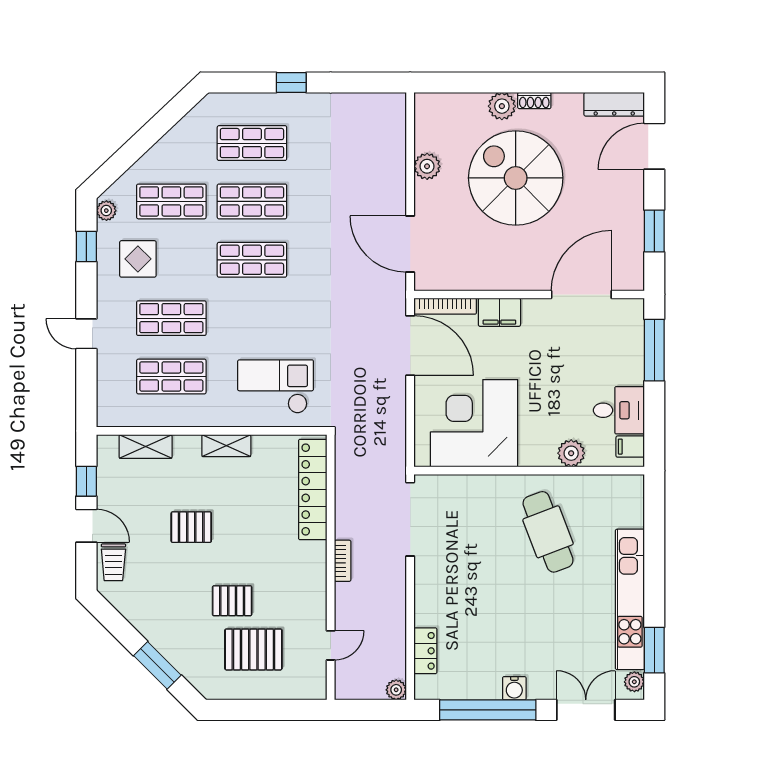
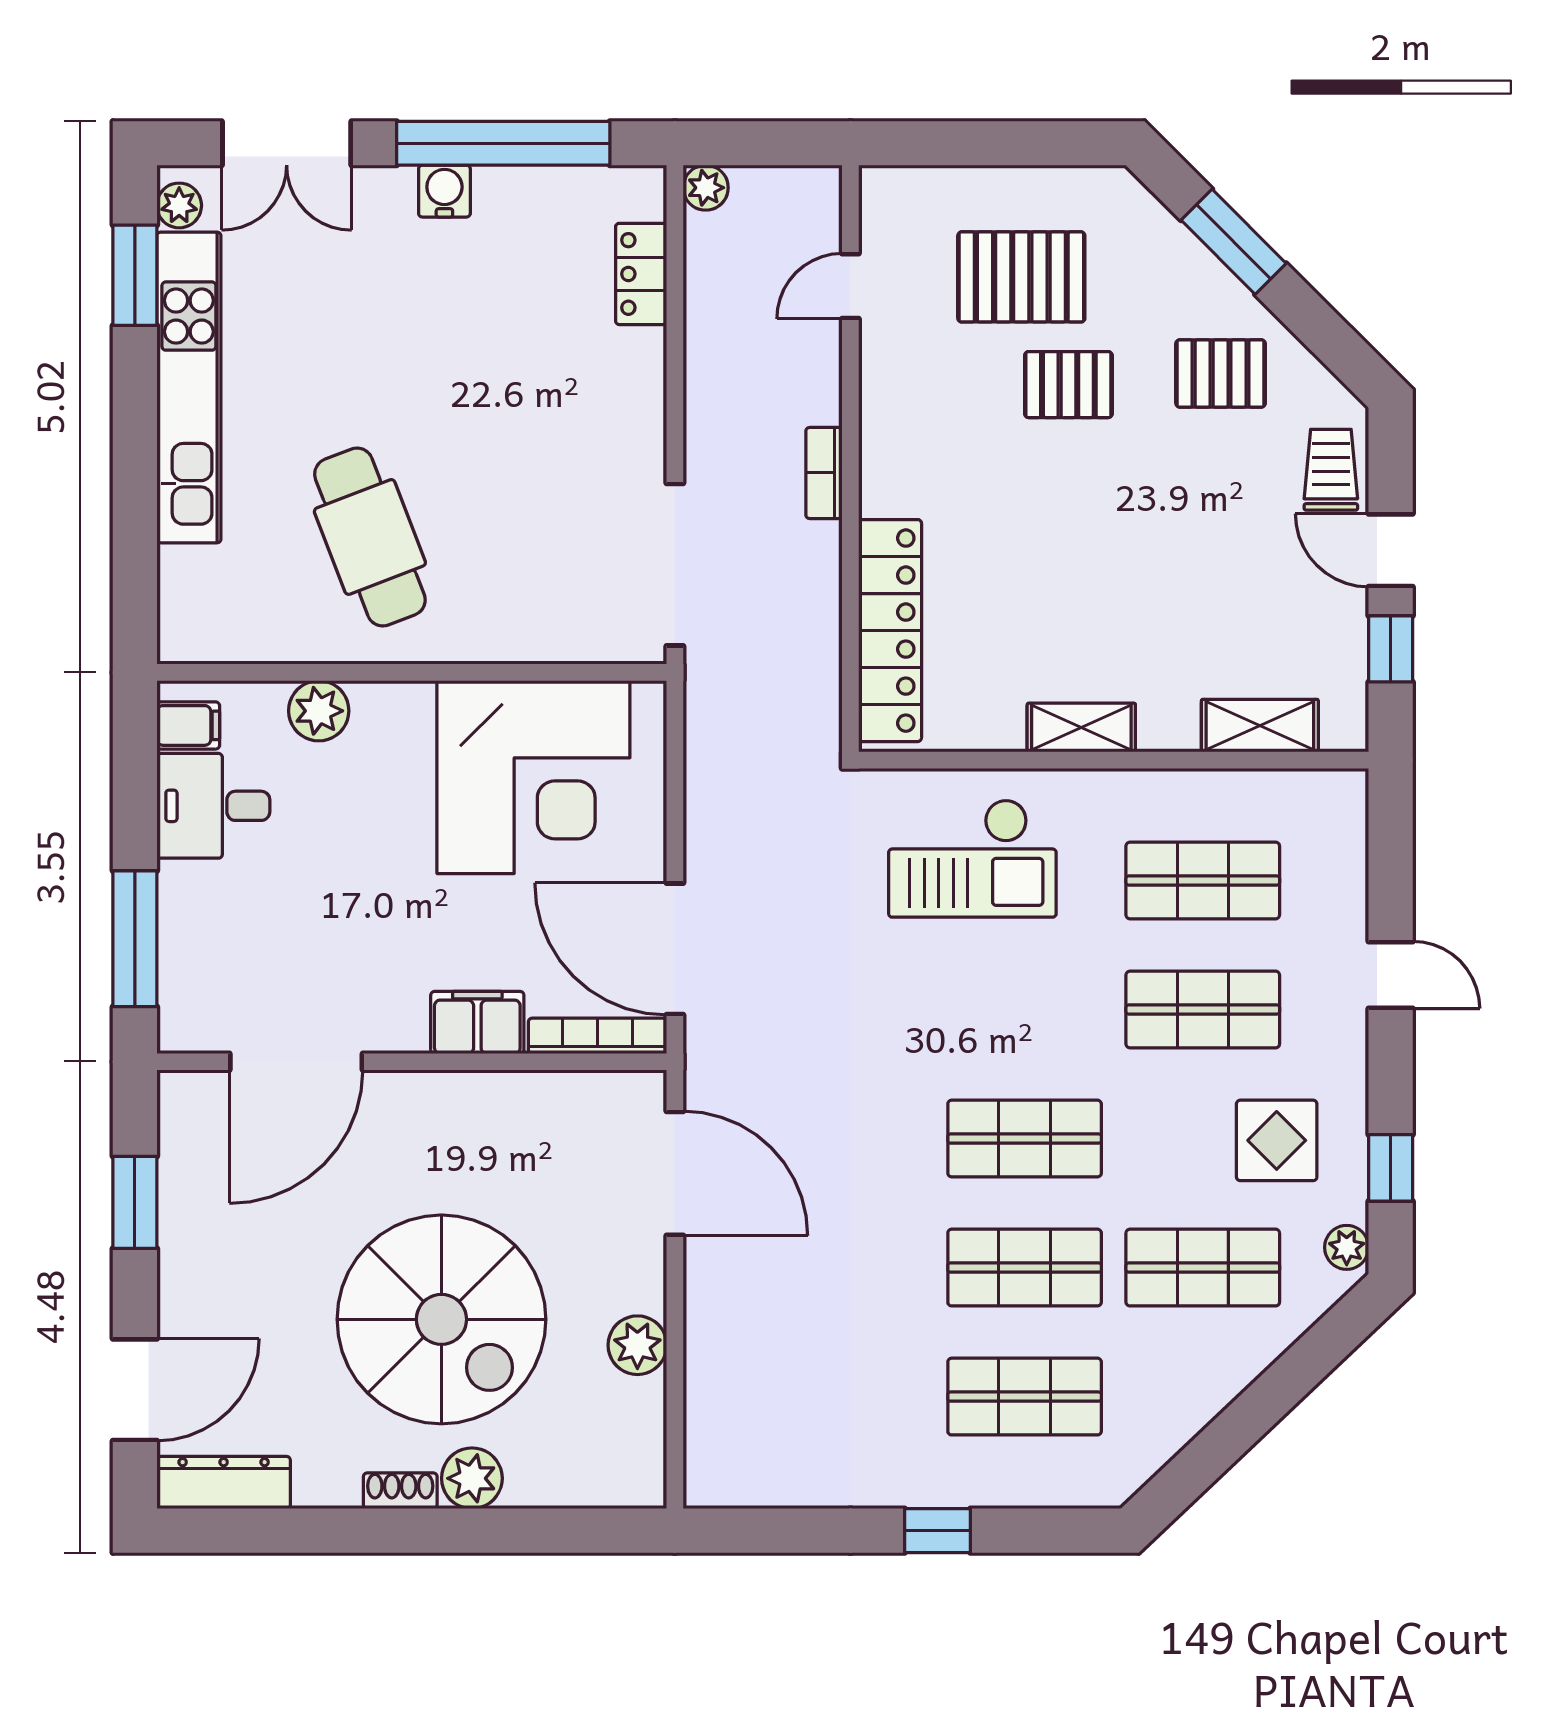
pallet: (191, 527) -> (1221, 373), moved

